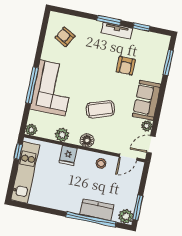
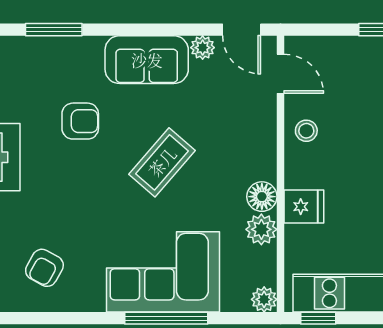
coffee table: (100, 109) -> (162, 162), moved, turned 60
floor lamp: (87, 140) -> (262, 197), moved

